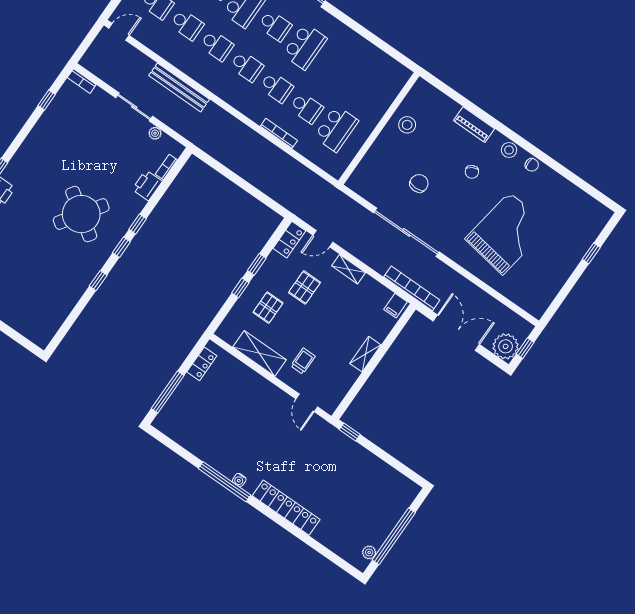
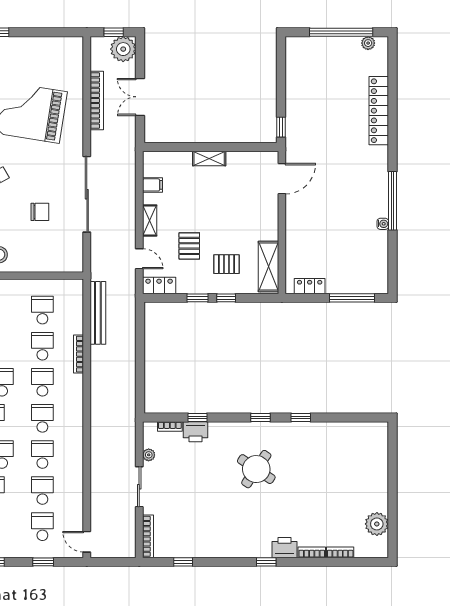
bookcase: (82, 81) -> (148, 536), width x1.56
bench: (179, 87) -> (98, 313), moved
school desk: (336, 129) -> (42, 310), width x0.54
chair: (419, 183) -> (40, 212), turned 180
round table: (81, 214) -> (256, 469), width x0.73, depth x0.73
window: (138, 224) -> (198, 418), moved
pallet: (304, 287) -> (189, 246), turned 90
bookcase: (412, 288) -> (97, 100), moved, turned 180
filing cabinet: (396, 306) -> (152, 185), moved
double door: (456, 333) -> (140, 97), width x0.73
shelving: (260, 353) -> (268, 266), moved
trolley: (303, 361) -> (250, 205), removed
door: (307, 403) -> (282, 179), width x1.38
water cooler: (239, 480) -> (383, 224), moved
locker: (286, 508) -> (379, 111), moved

